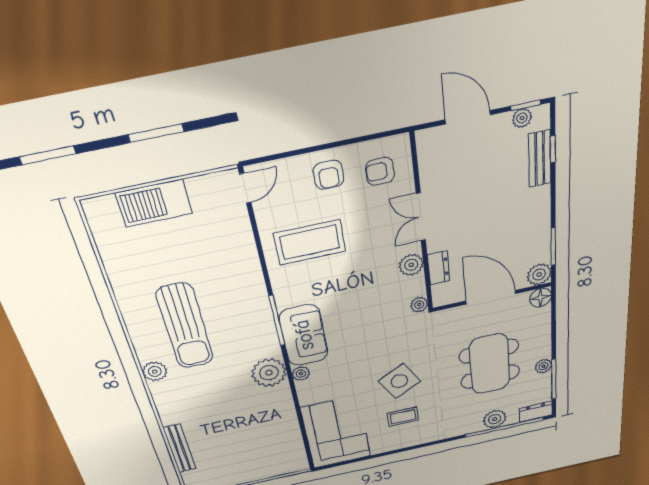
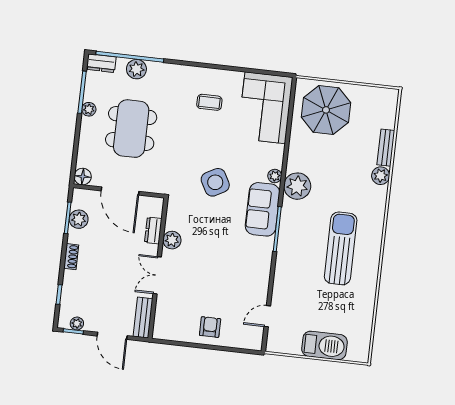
bench: (540, 159) -> (143, 318), moved
armchair: (380, 171) -> (177, 318), removed
door: (245, 188) -> (267, 316), moved
shoe rack: (542, 203) -> (71, 257), added
double door: (421, 217) -> (157, 275), swing flipped
coffee table: (310, 242) -> (236, 283), removed
plant: (539, 274) -> (79, 219), moved
plant: (419, 305) -> (174, 204), removed
plant: (155, 371) -> (381, 176), moved
side table: (399, 381) -> (215, 182), moved
bench: (180, 448) -> (386, 148), width x0.73
parasol: (264, 453) -> (326, 110), added

